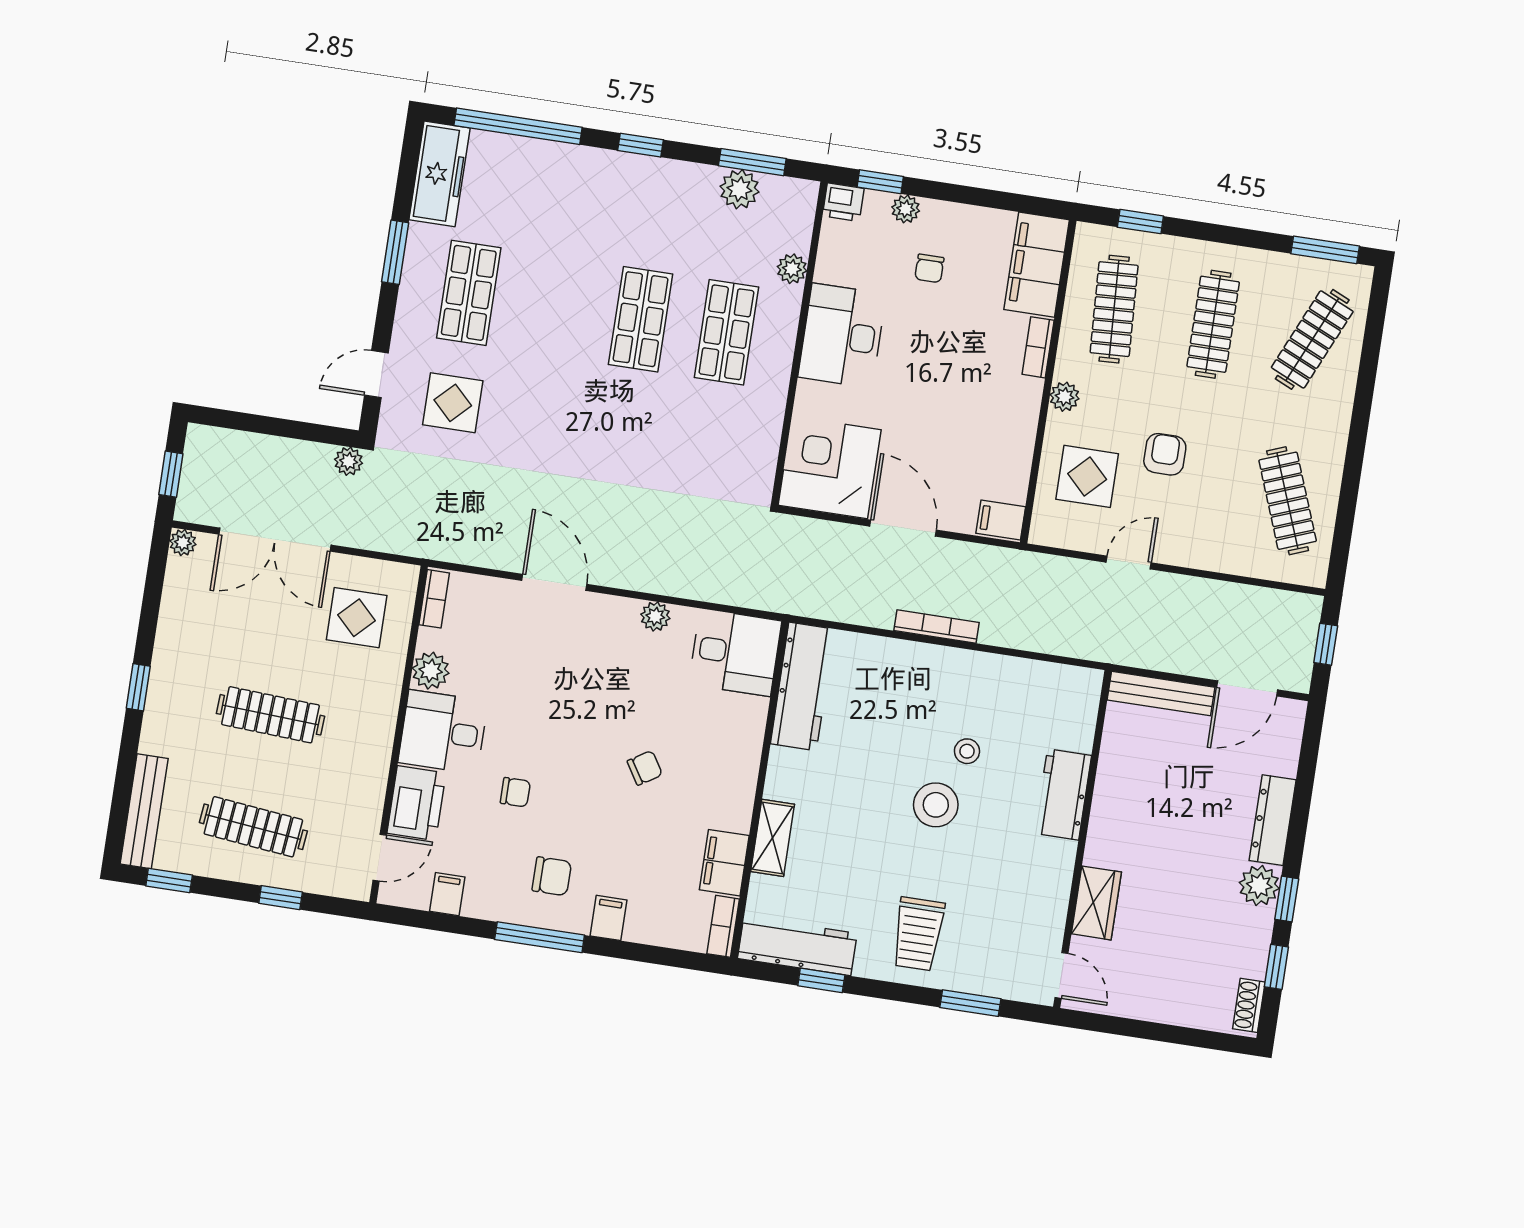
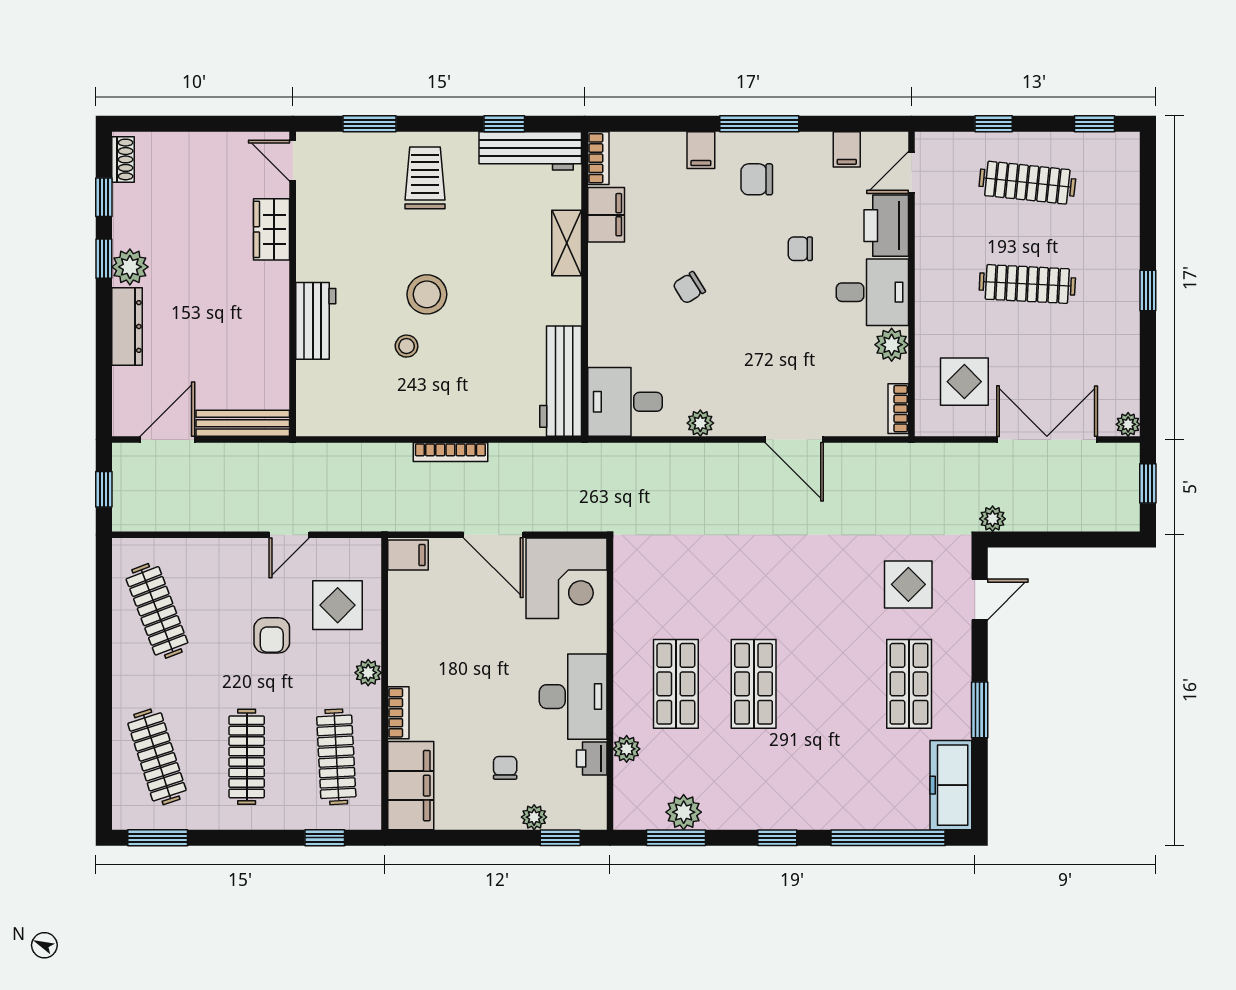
printer: (843, 202) -> (592, 759), moved, turned -90
clothes rail: (1312, 339) -> (157, 757), turned -42
bench: (144, 811) -> (1126, 182), removed

